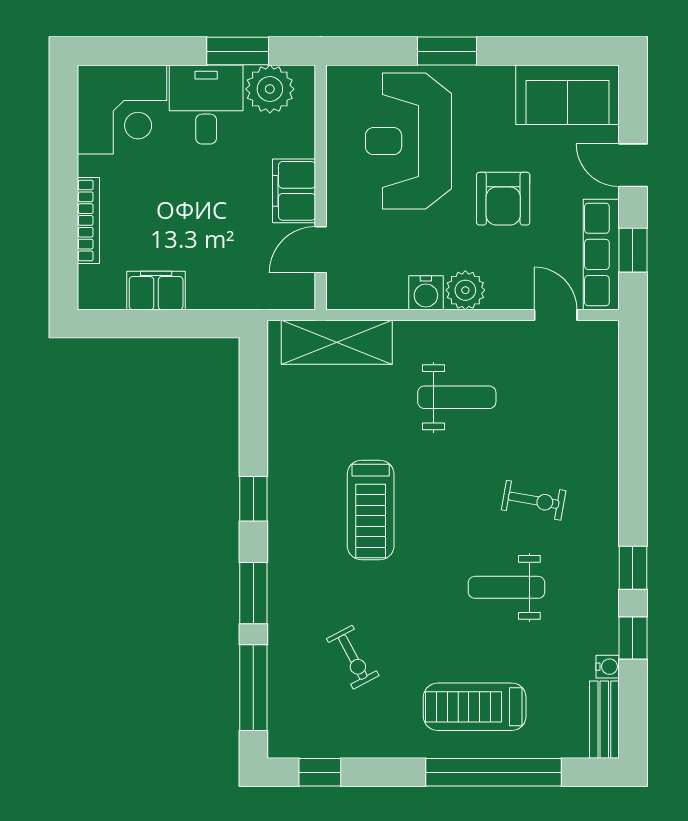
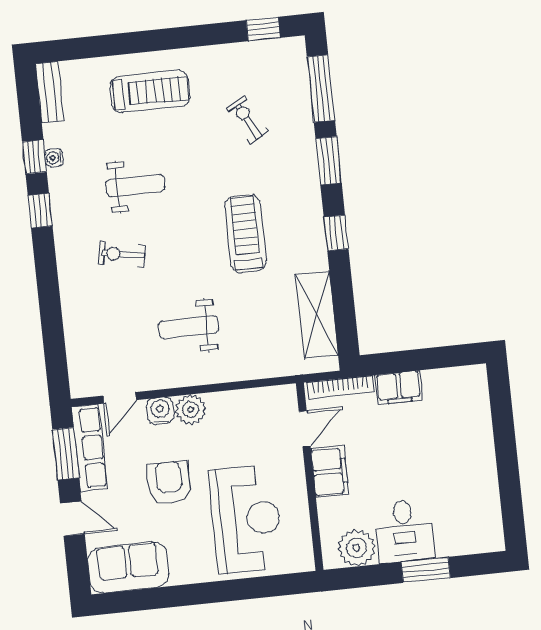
window: (238, 51) -> (426, 570), moved
window: (447, 51) -> (224, 591), removed
corner desk: (122, 109) -> (468, 520), removed
bookcase: (88, 220) -> (341, 387), moved, turned -90
window: (633, 250) -> (66, 454), width x1.50
filing cabinet: (156, 290) -> (399, 388), moved
water cooler: (426, 293) -> (160, 411), moved
door: (556, 315) -> (120, 398), hinge flipped
shelving: (337, 342) -> (317, 315), moved, turned 90
water cooler: (608, 667) -> (54, 158), moved
window: (493, 772) -> (130, 43), removed

